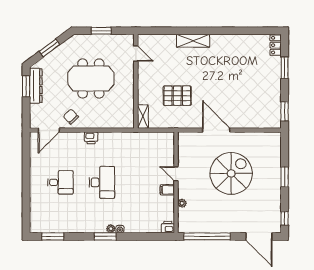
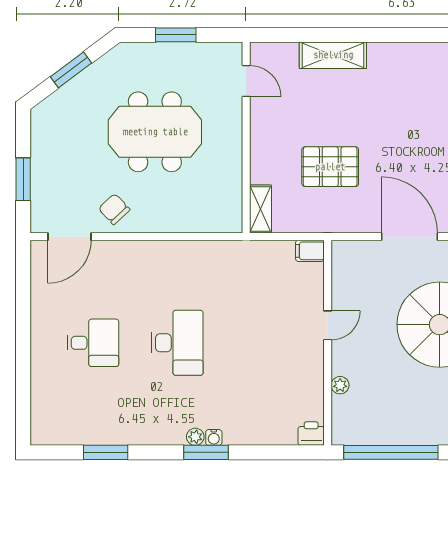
shelving: (193, 41) -> (333, 55), moved
window: (26, 86) -> (23, 179), moved
dresser: (36, 86) -> (43, 146), removed
printer: (91, 138) -> (155, 252), removed
door: (176, 174) -> (328, 325), swing flipped
filing cabinet: (167, 190) -> (310, 251), moved
window: (53, 236) -> (106, 452), moved
window: (105, 236) -> (206, 452), moved

